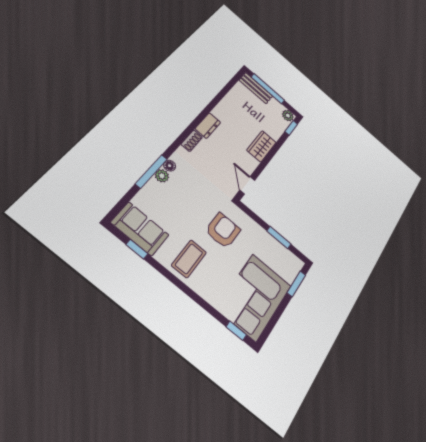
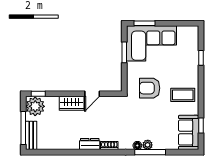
plant: (288, 116) -> (35, 106), width x1.87, depth x1.87
door: (247, 185) -> (92, 94), moved
corner sofa: (254, 297) -> (152, 43), moved
window: (236, 331) -> (201, 58), moved

